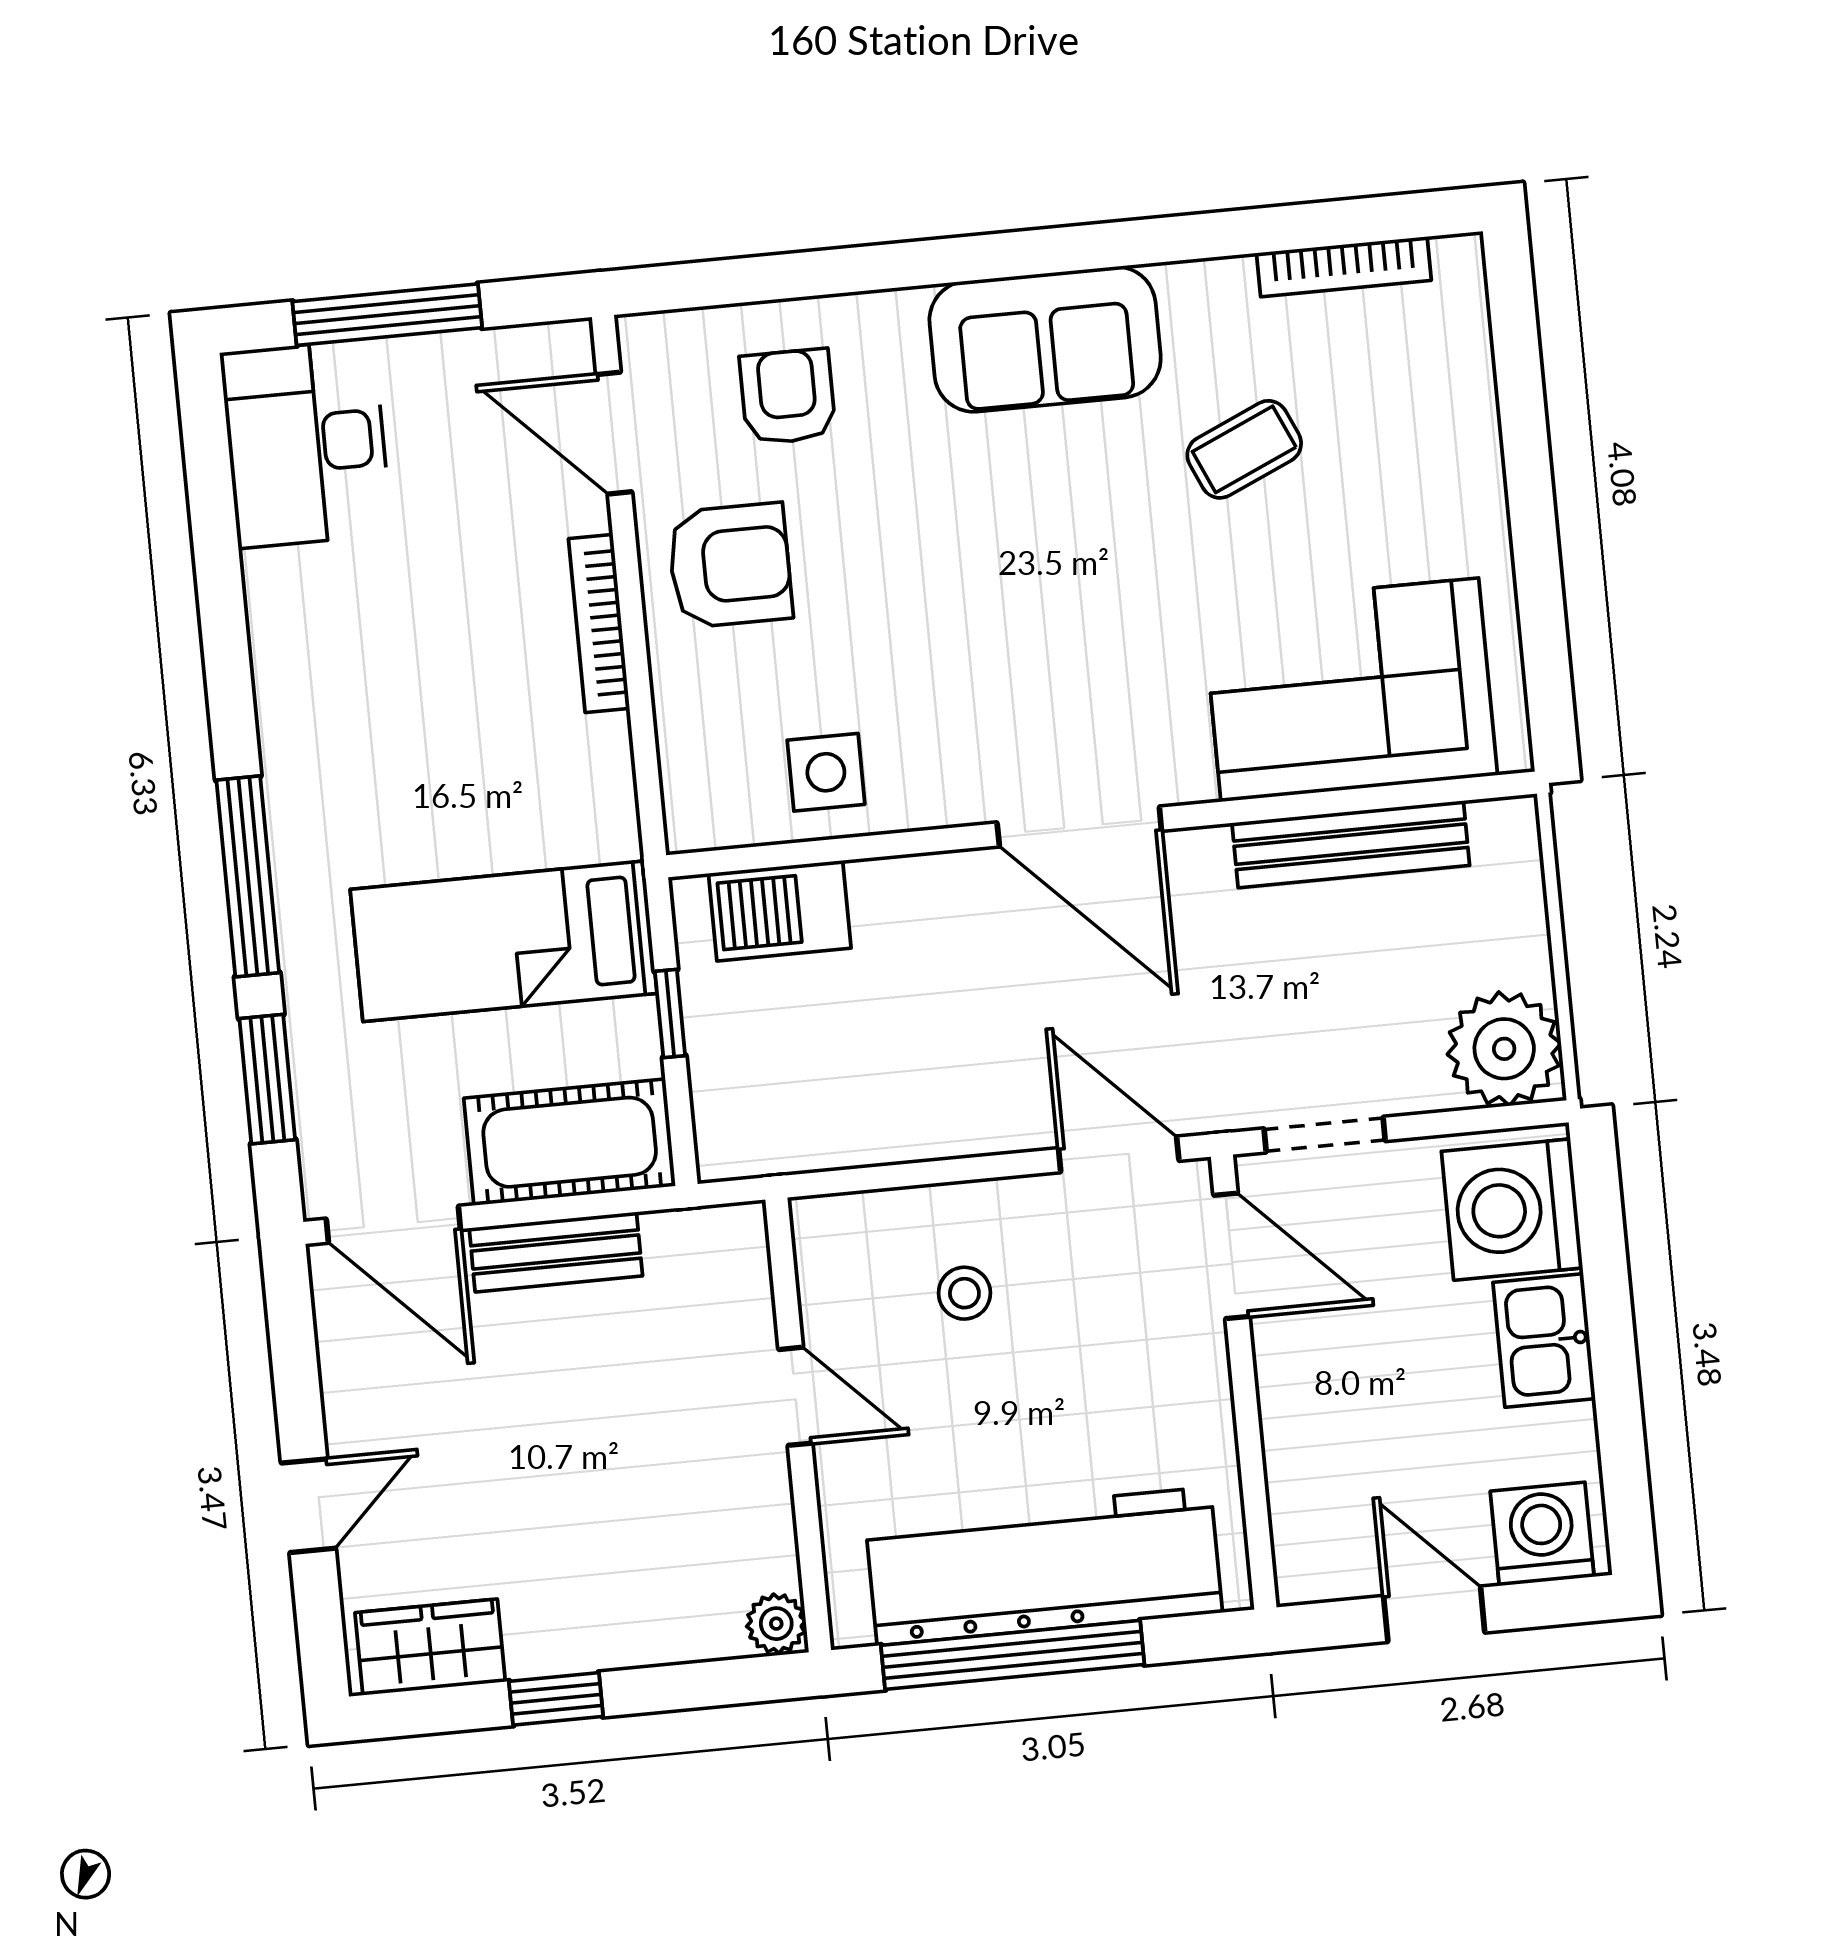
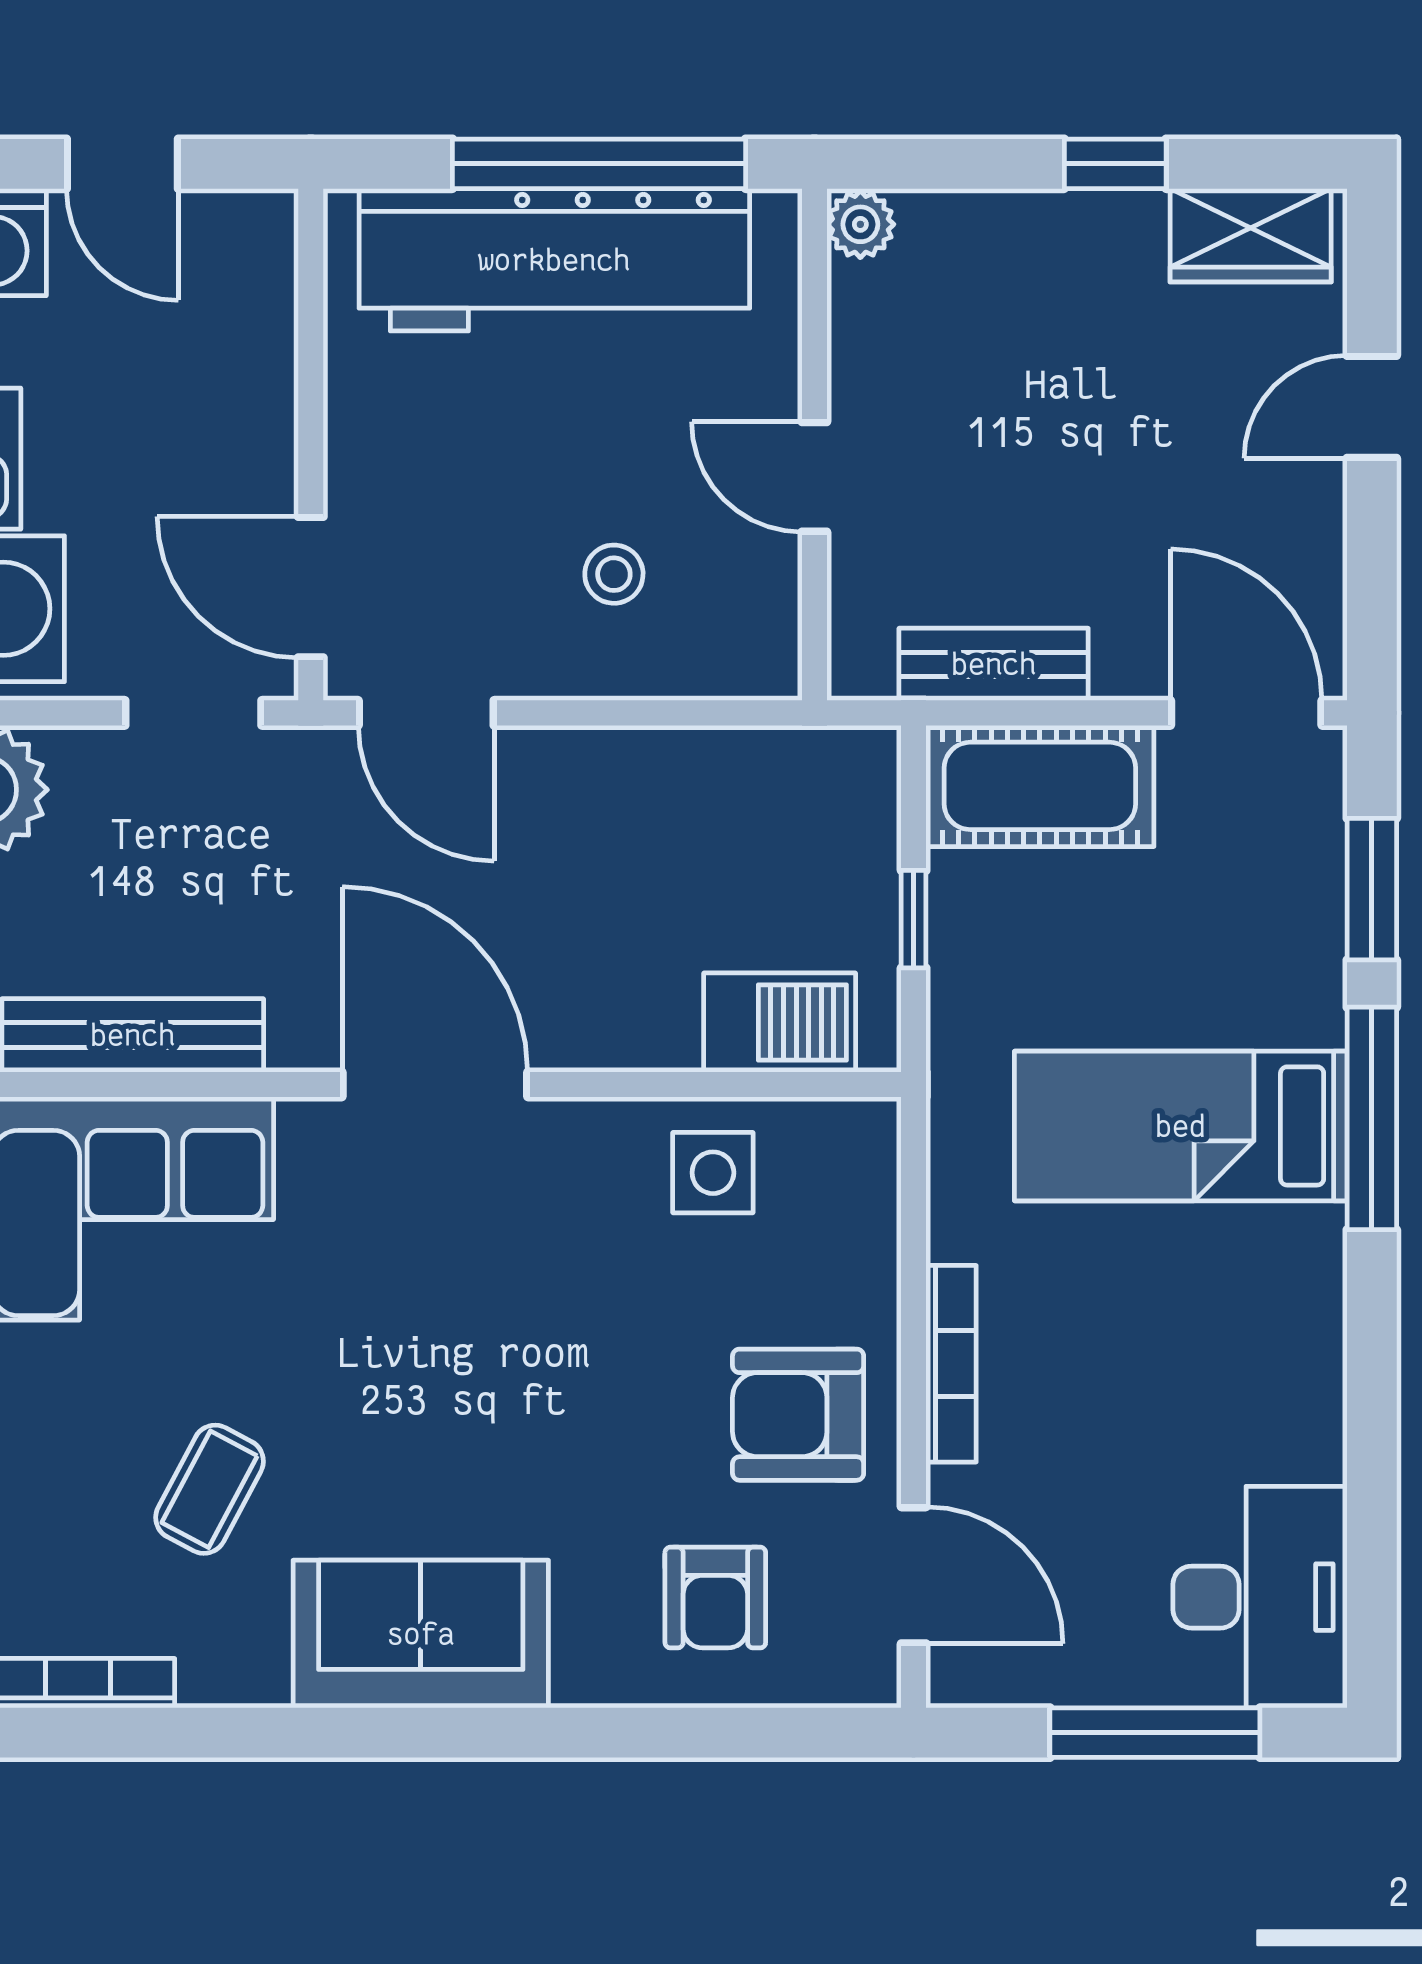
coffee table: (1244, 449) -> (210, 1489), turned -38
bed: (504, 941) -> (1181, 1126), moved, turned 180
bench: (556, 1252) -> (994, 664), moved

